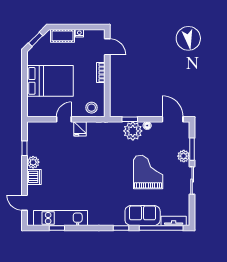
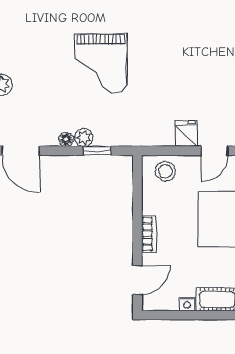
door: (107, 47) -> (137, 280), swing flipped
plant: (133, 131) -> (84, 138), width x0.53, depth x0.53
grand piano: (148, 172) -> (101, 63), moved

